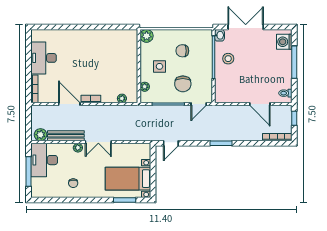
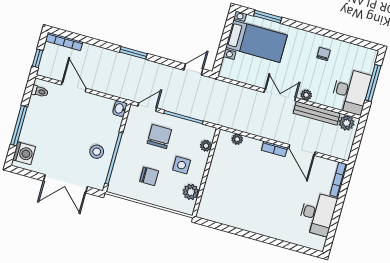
washbasin: (219, 35) -> (120, 109), moved
plant: (147, 36) -> (191, 192), moved

